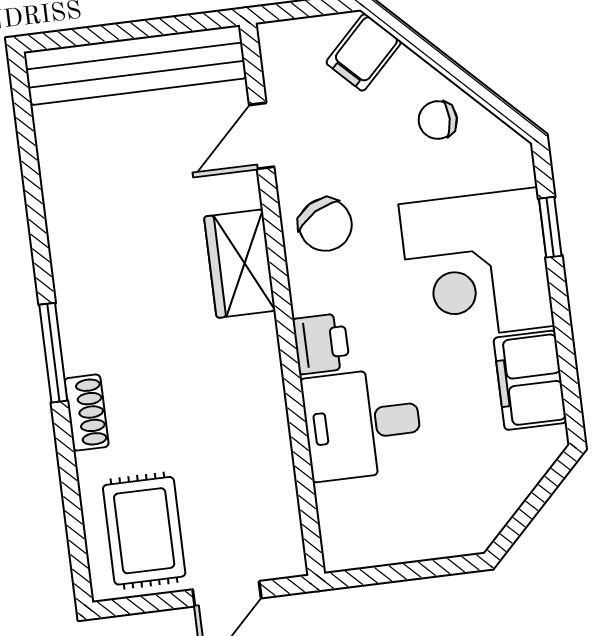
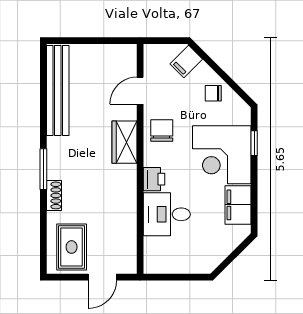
bench: (135, 65) -> (58, 91), moved, turned 90
chair: (325, 225) -> (162, 130), turned -150

